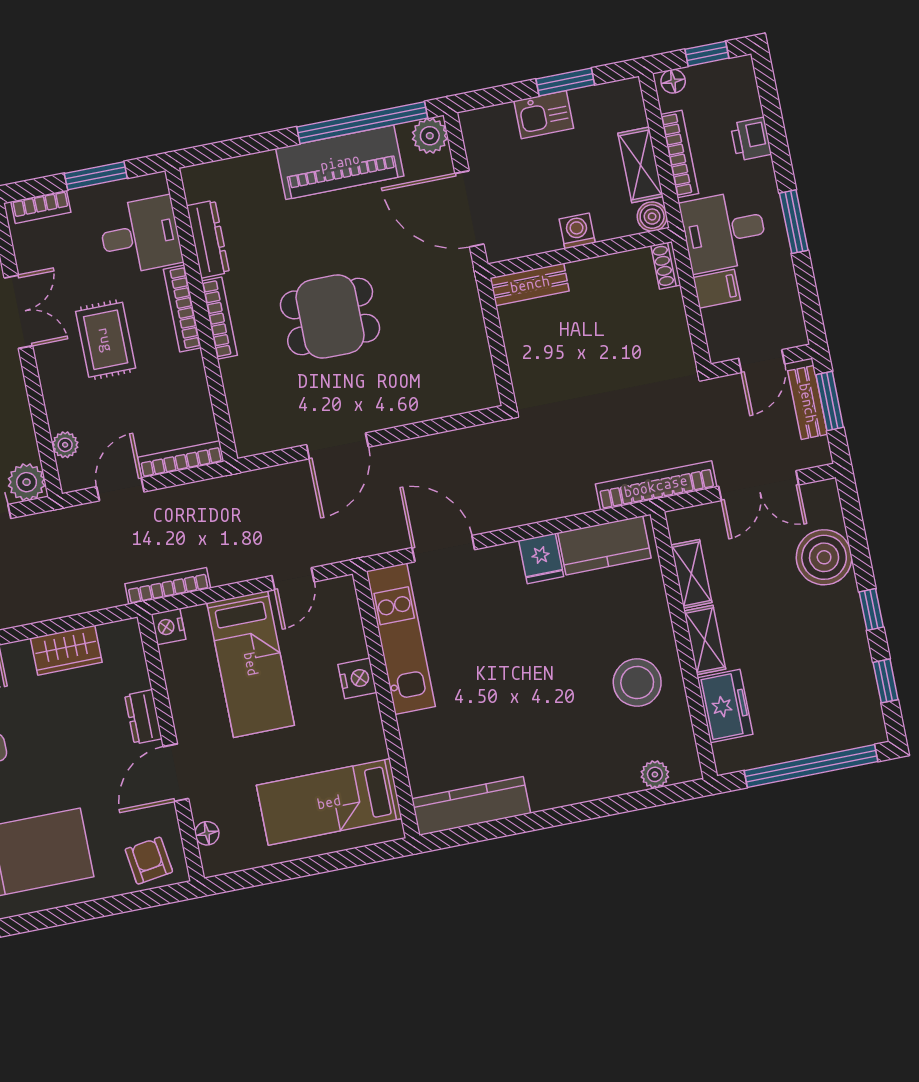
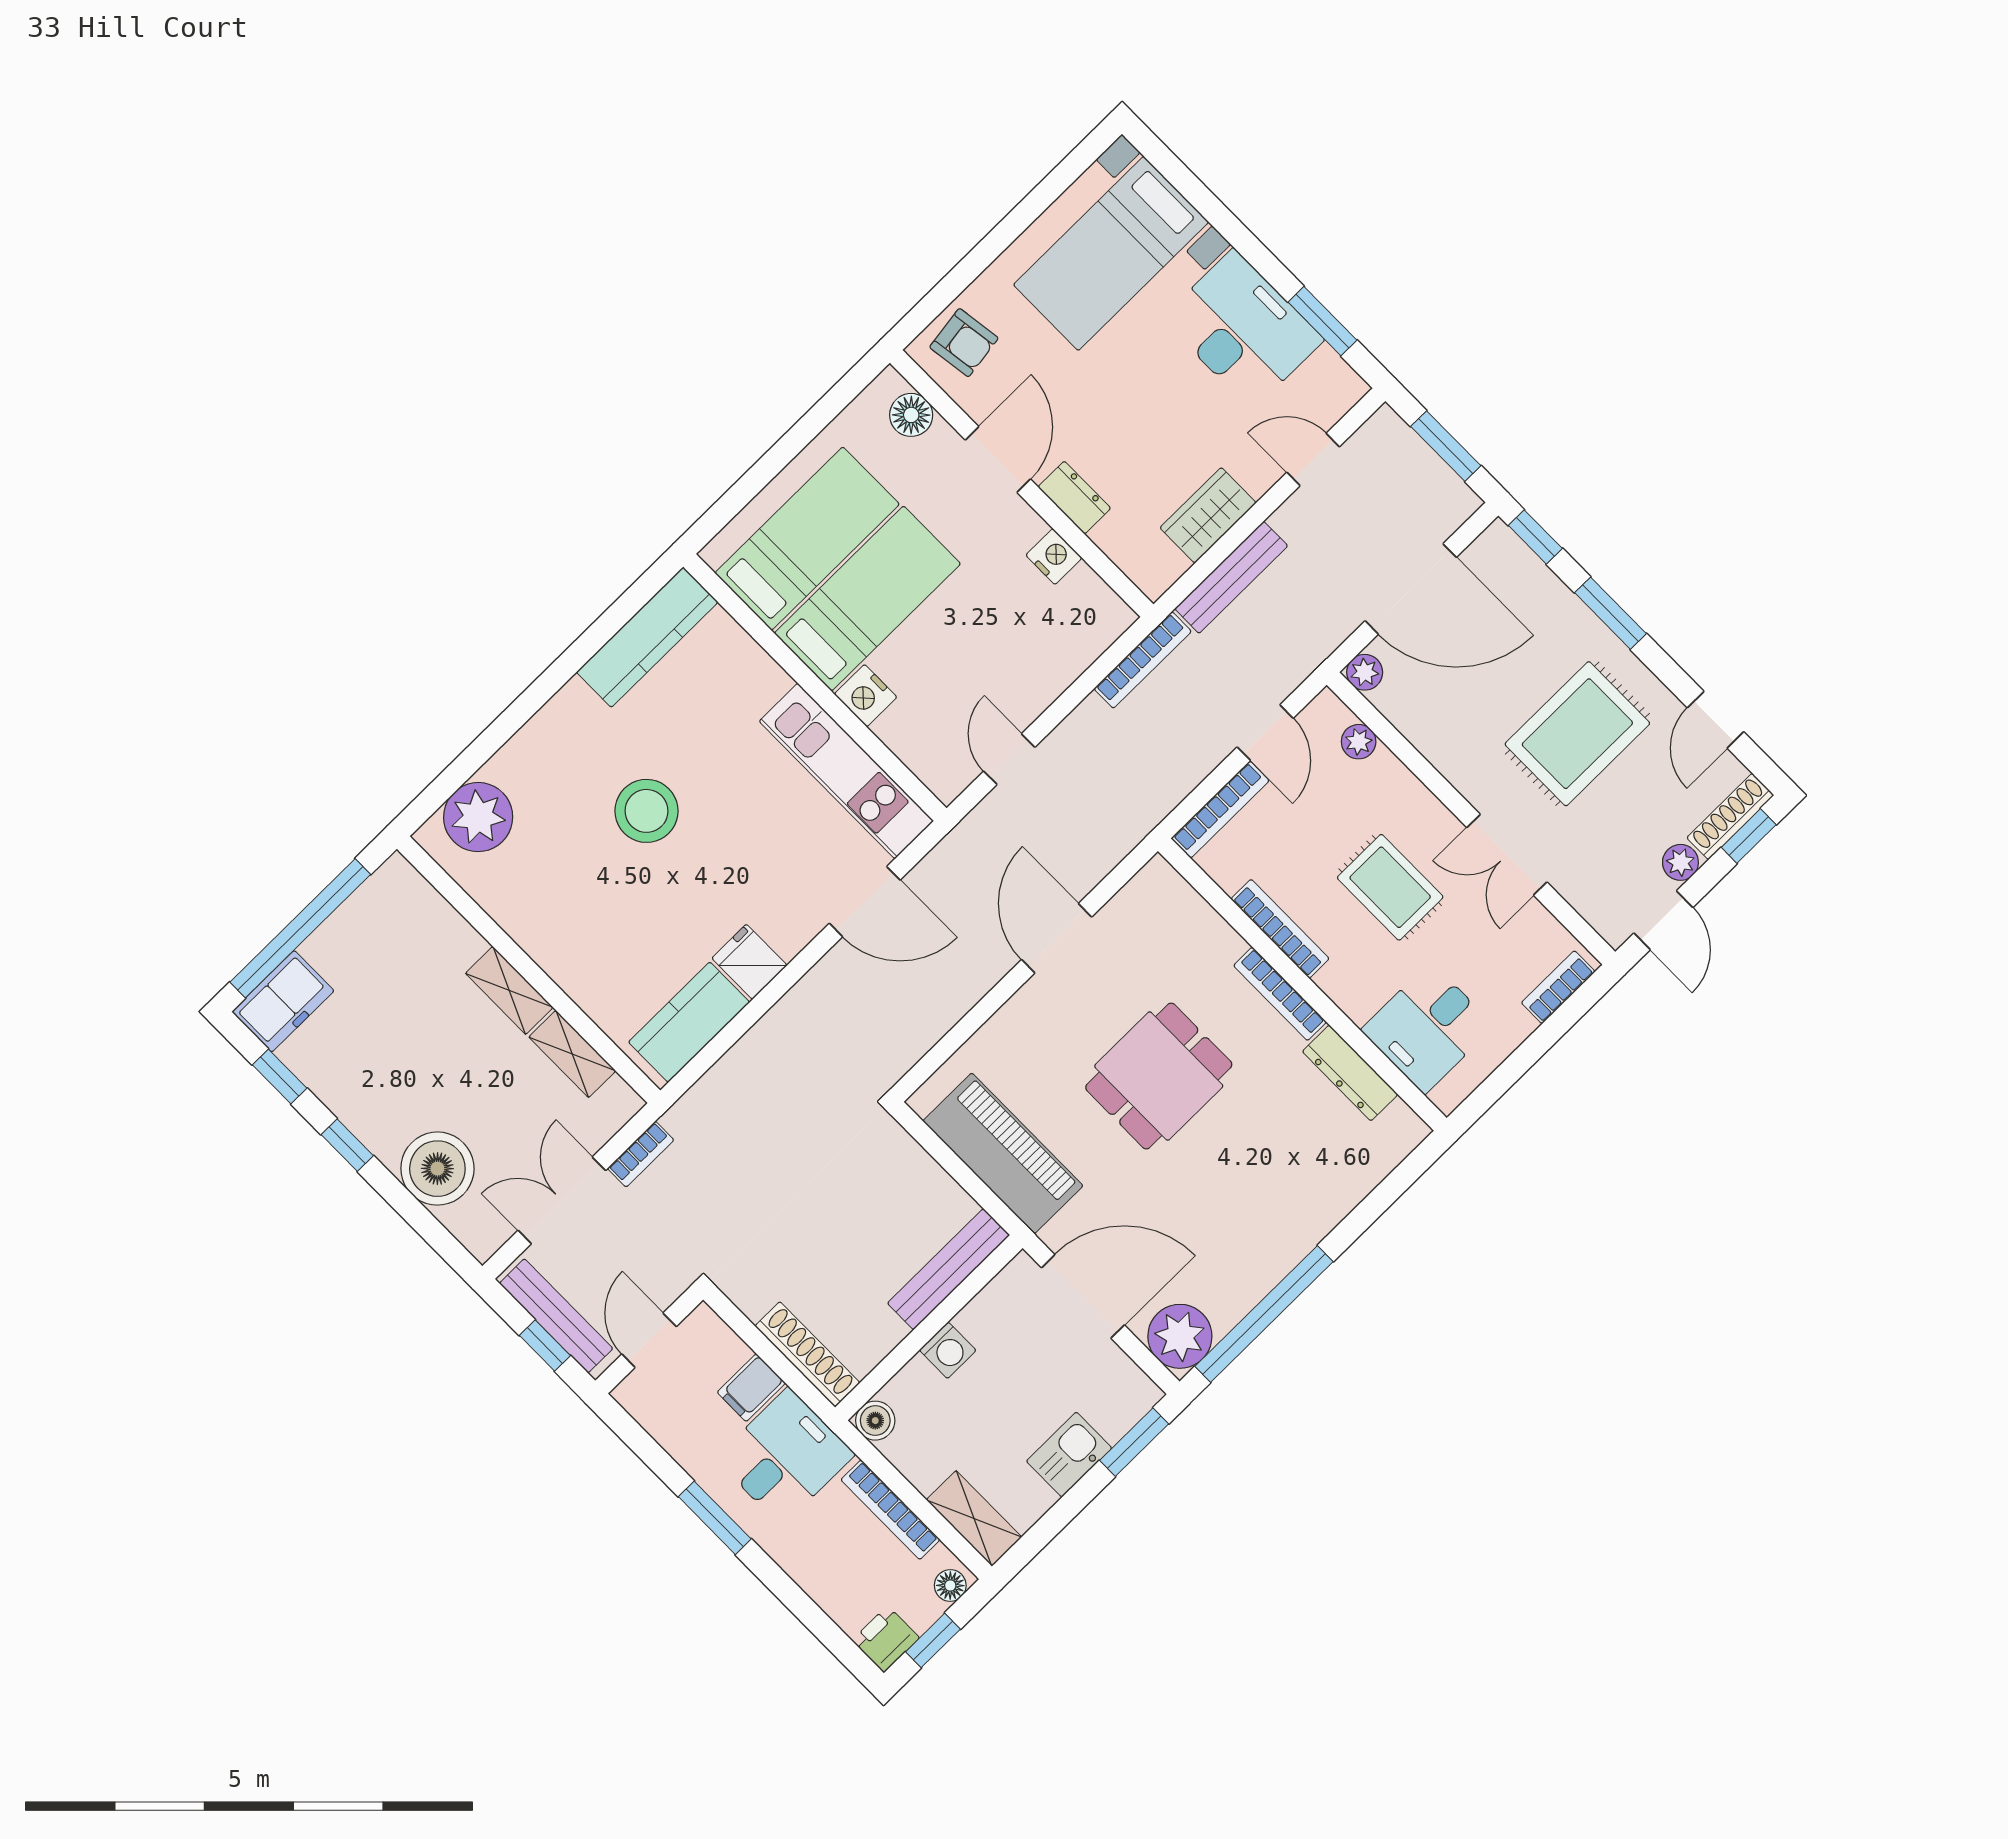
window: (565, 82) -> (1134, 1442), moved
plant: (430, 136) -> (1180, 1336), width x1.36, depth x1.36
printer: (751, 139) -> (886, 1639), moved, turned -90
piano: (340, 162) -> (1003, 1153), moved, turned 90
shelving: (641, 165) -> (974, 1518), moved
window: (96, 176) -> (1520, 1062), removed
shoe rack: (666, 265) -> (807, 1354), width x1.94, depth x1.24
bench: (530, 284) -> (949, 1269), width x1.36
bookcase: (182, 308) -> (1280, 929), moved
window: (830, 401) -> (545, 1346), width x0.67
bench: (808, 403) -> (556, 1316), width x1.36
plant: (27, 482) -> (1365, 672), width x0.73, depth x0.73
bookcase: (656, 486) -> (641, 1154), width x0.43, depth x0.76
bench: (77, 601) -> (1231, 577), added
nightstand: (168, 627) -> (1054, 556), moved
bed: (251, 664) -> (867, 598), moved, turned 90
stool: (637, 683) -> (647, 811), moved
freezer: (725, 706) -> (283, 1001), moved, turned -90
plant: (655, 774) -> (478, 817), width x1.87, depth x1.87
floor lamp: (207, 833) -> (911, 415), width x1.37, depth x1.37

